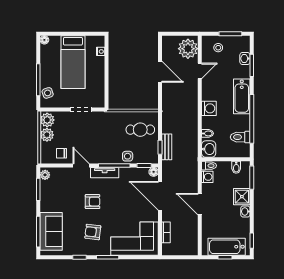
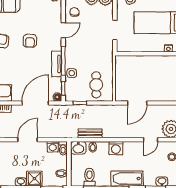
door: (200, 71) -> (151, 140), hinge flipped
door: (160, 72) -> (137, 103), moved
bench: (167, 147) -> (90, 133), moved
tv unit: (105, 173) -> (57, 64), moved

